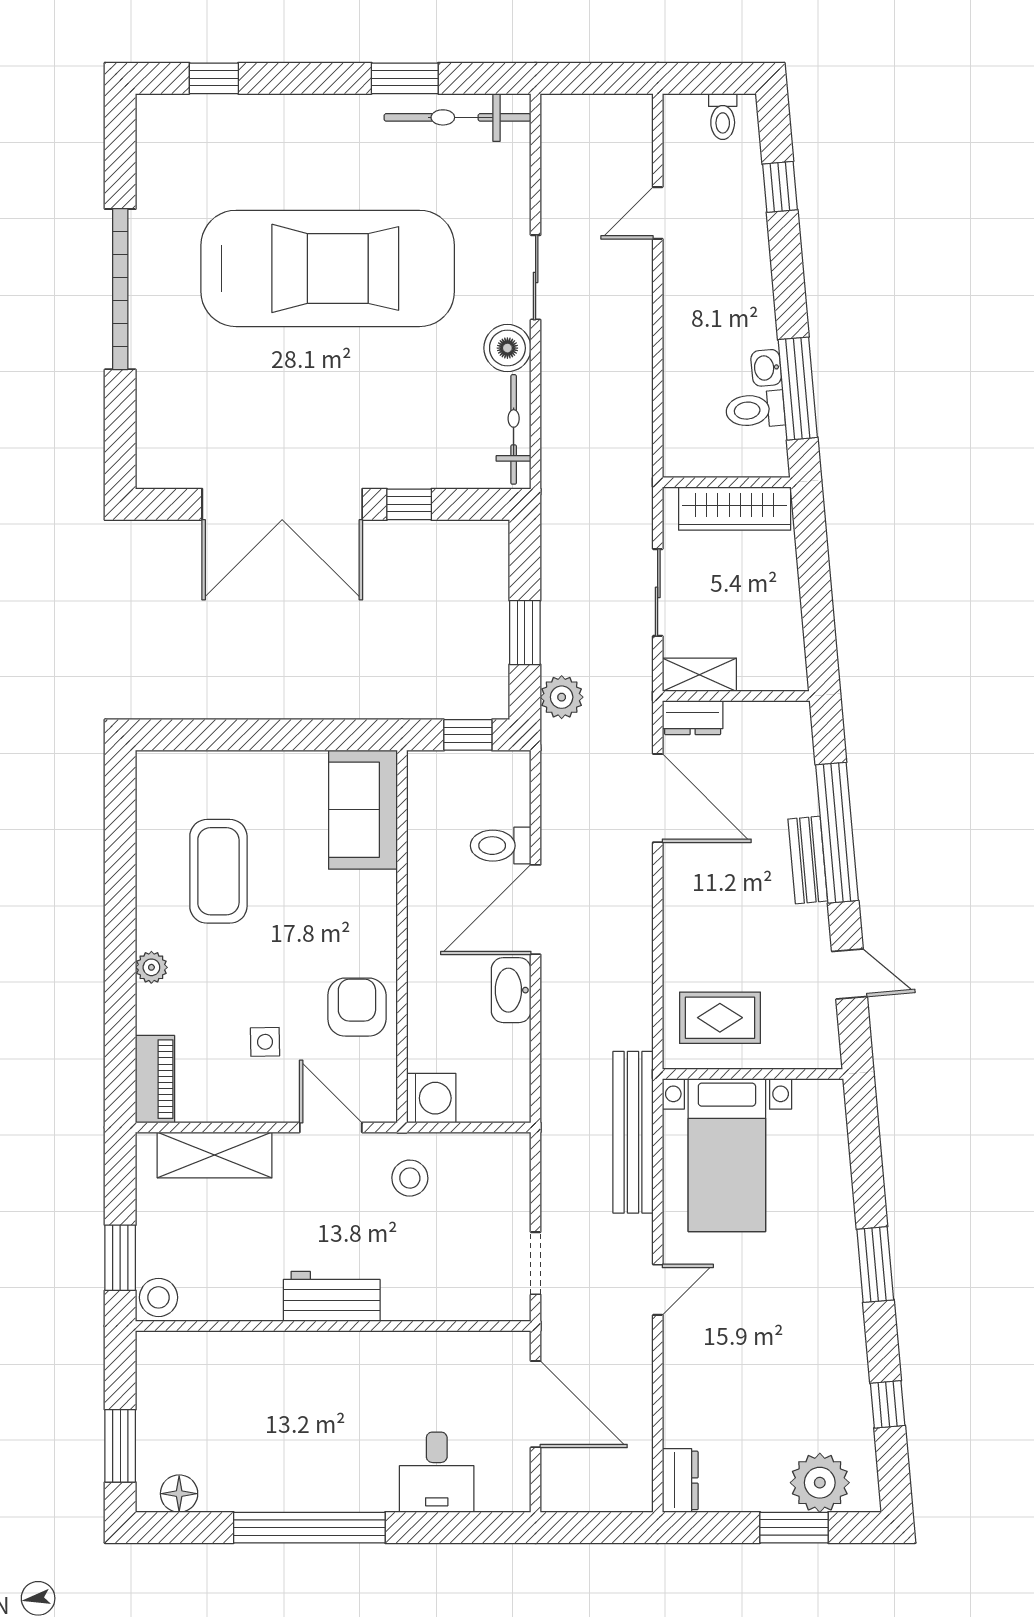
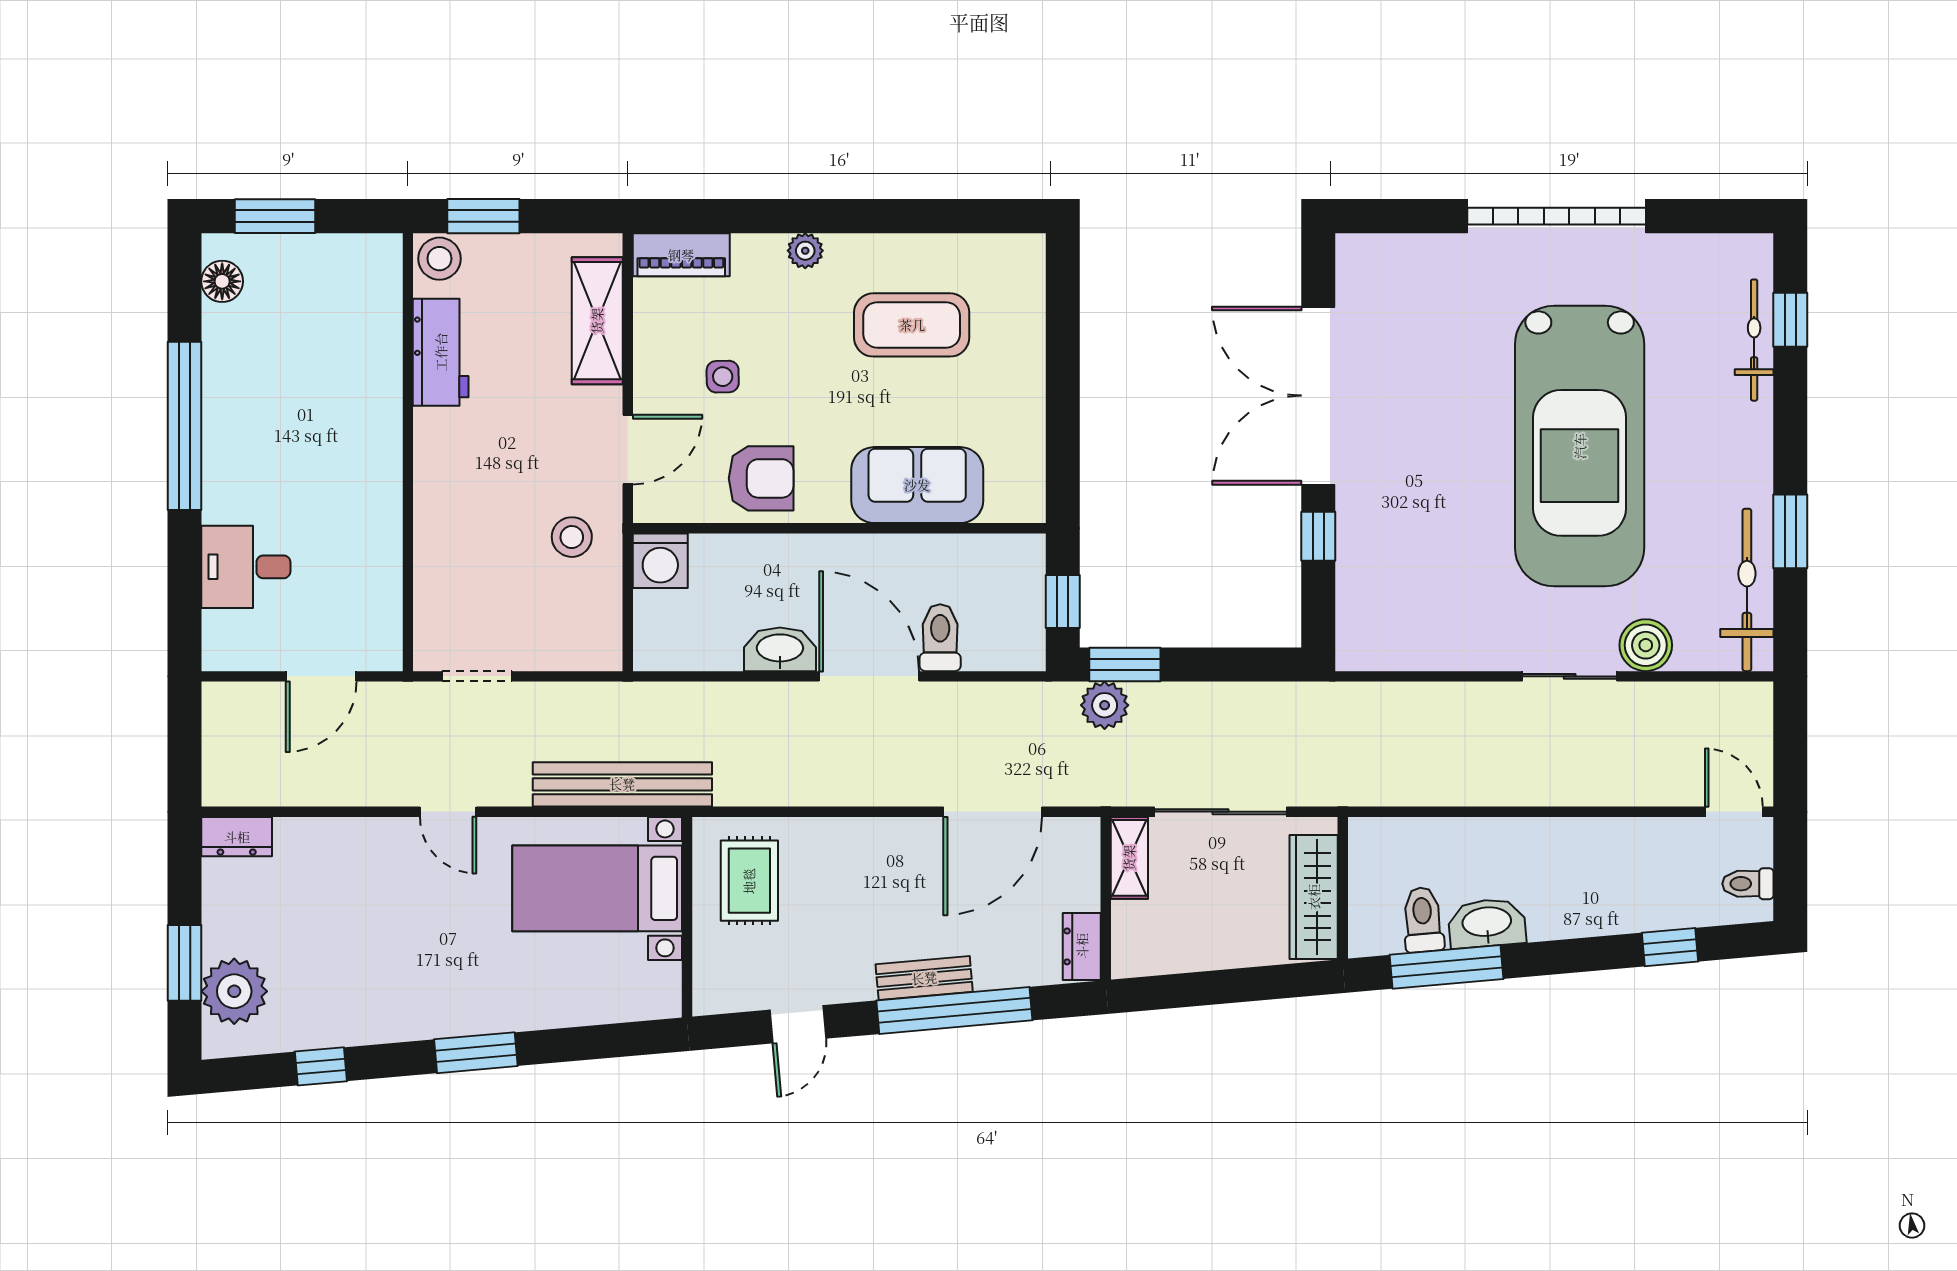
door: (658, 213) -> (1734, 812), moved
boiler: (507, 348) -> (1646, 645), moved
washbasin: (766, 368) -> (1487, 923), width x1.91, depth x1.45
bicycle: (514, 429) -> (1754, 340), moved, turned -90
sliding door: (658, 592) -> (1221, 812), width x1.37
window: (525, 633) -> (1125, 665), moved
dresser: (693, 718) -> (1082, 946), moved
sofa: (363, 810) -> (917, 485), moved
workbench: (332, 1296) -> (441, 352), moved
door: (536, 1404) -> (321, 676), width x0.73

